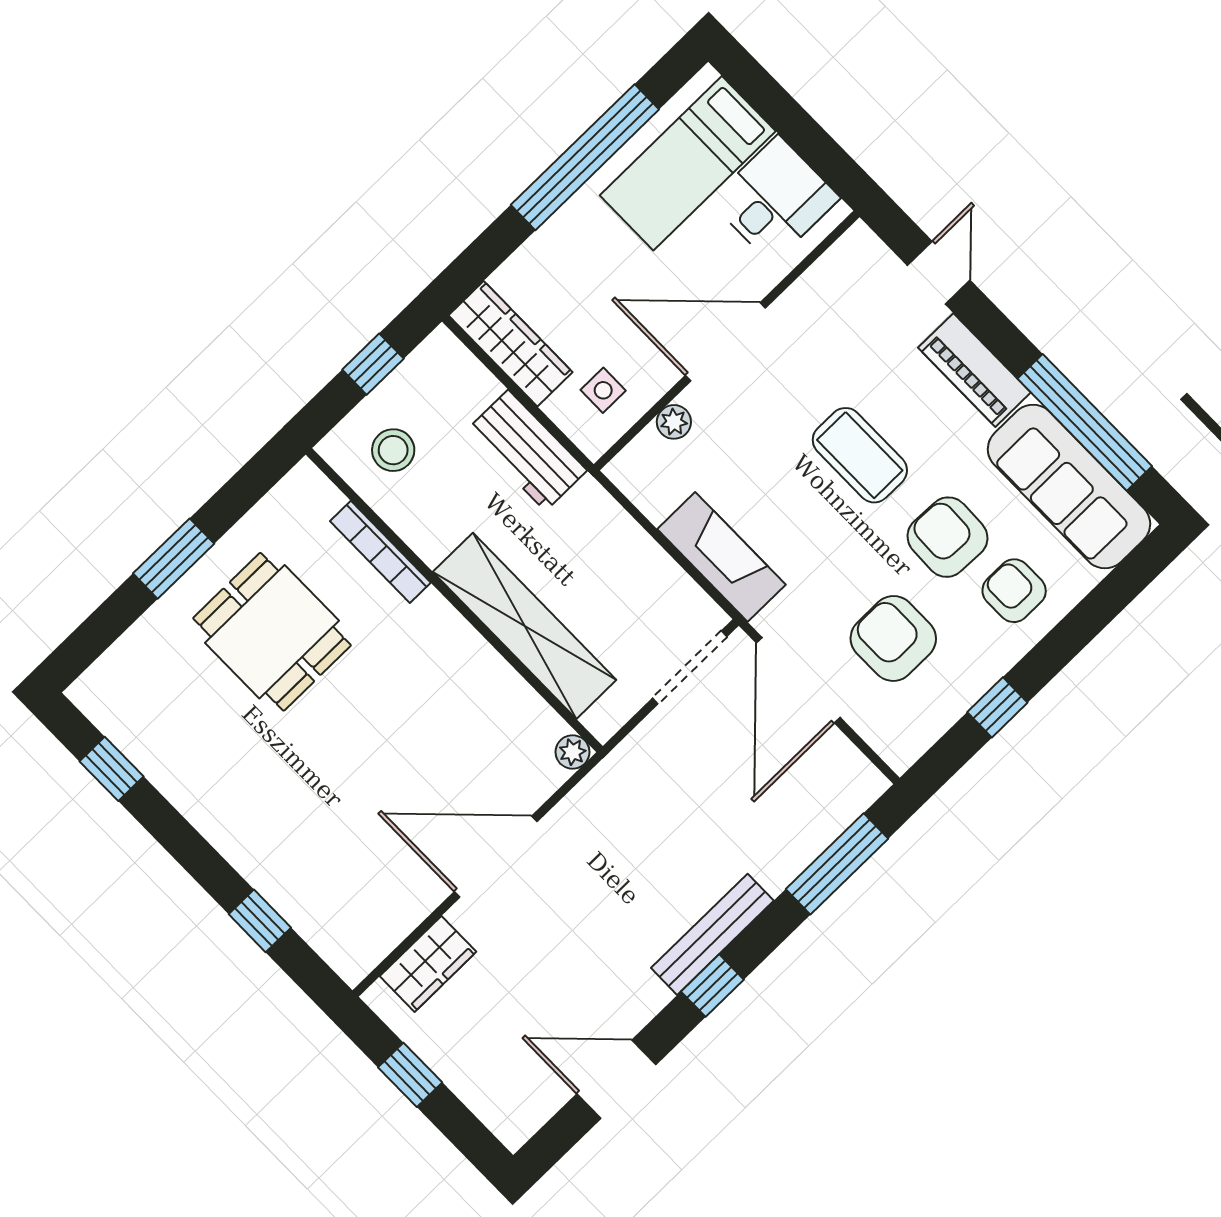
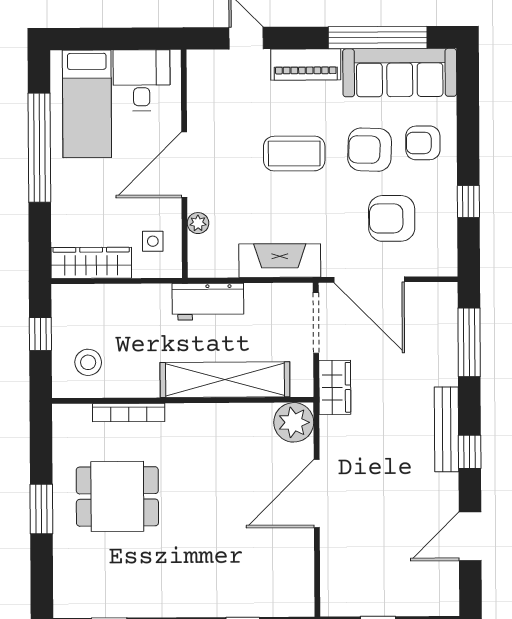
workbench: (527, 450) -> (208, 302), moved
plant: (573, 752) -> (294, 422), width x1.88, depth x1.88
wardrobe: (428, 964) -> (335, 387), moved

